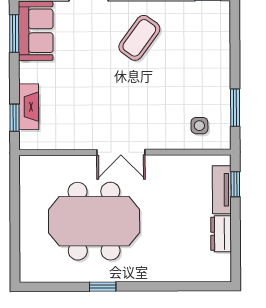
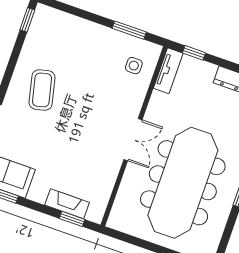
coffee table: (139, 38) -> (42, 90), turned 41
tv unit: (222, 190) -> (168, 71), moved, turned -90
meeting table: (94, 221) -> (183, 183), width x1.36

